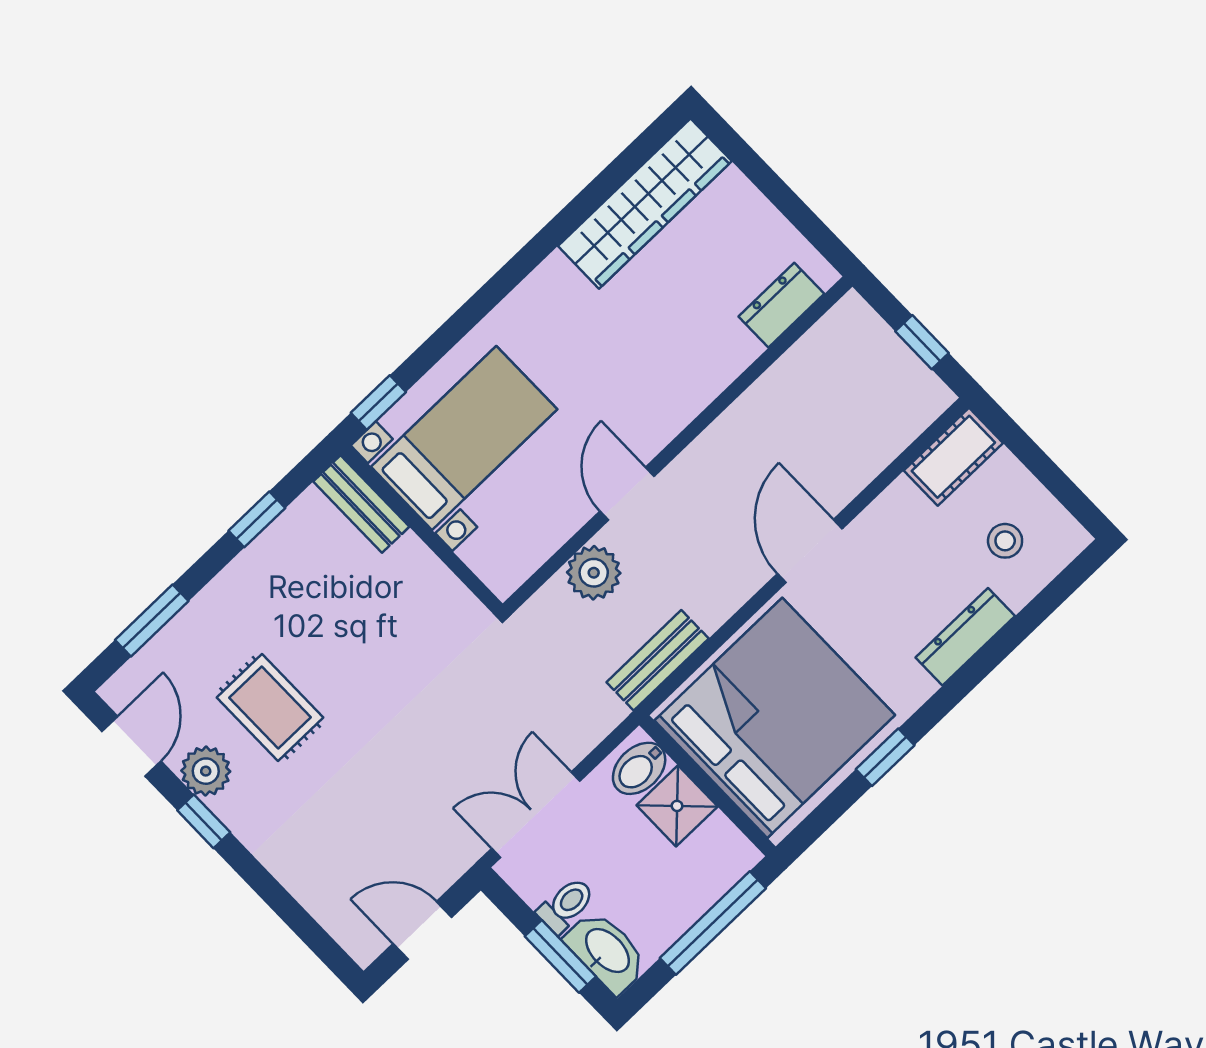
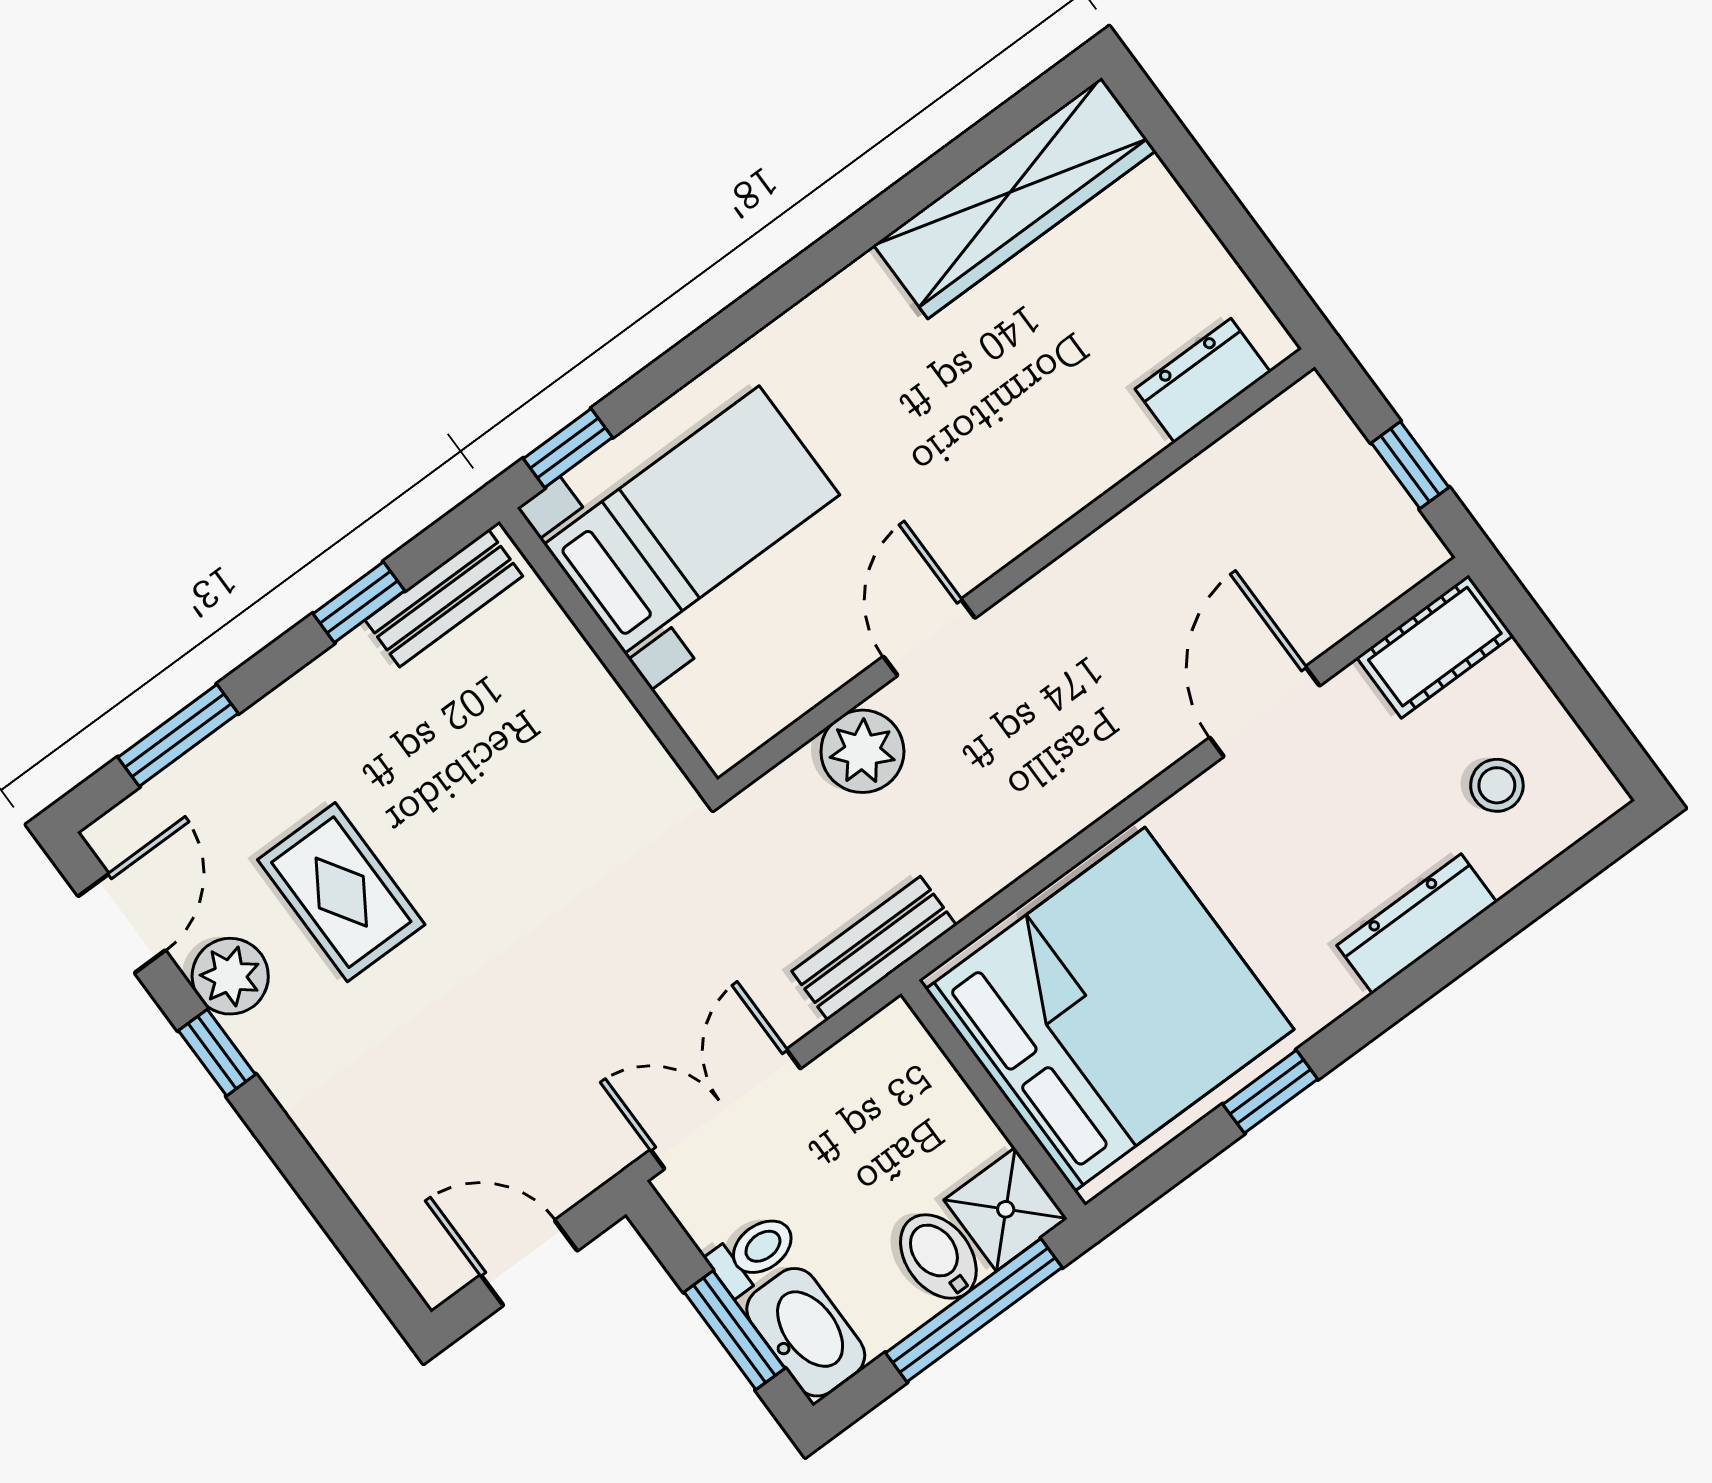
bench: (361, 504) -> (444, 598), moved, turned 90
door: (810, 551) -> (1265, 712), moved
bench: (658, 660) -> (874, 948), moved
bidet: (639, 768) -> (938, 1256), moved, turned 90
shower: (677, 806) -> (1006, 1209), moved

